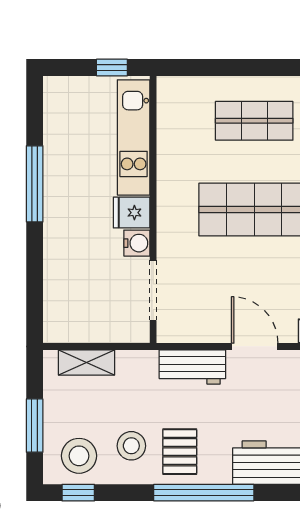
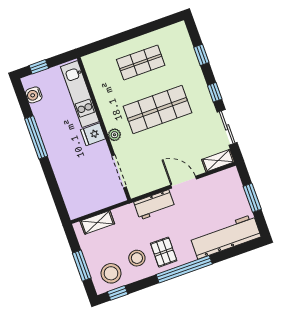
window: (112, 67) -> (39, 67), moved
plant: (167, 226) -> (114, 135), added
water cooler: (137, 243) -> (34, 95), moved, turned 180

